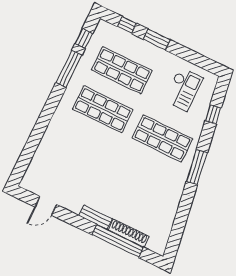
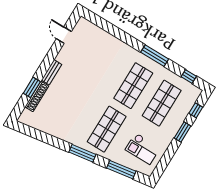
window: (69, 69) -> (155, 56), moved
window: (213, 114) -> (121, 170), width x2.17
window: (118, 241) -> (32, 87), width x0.47

